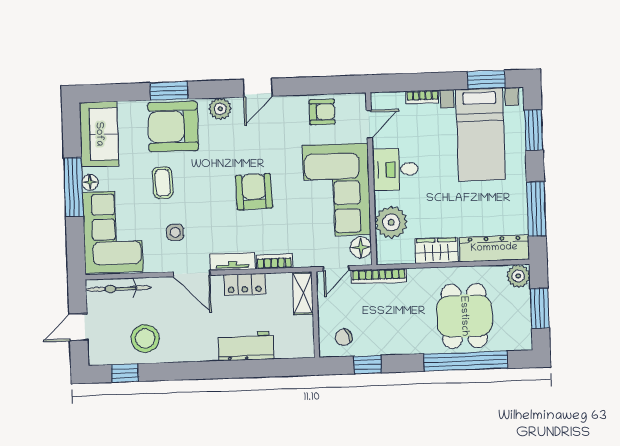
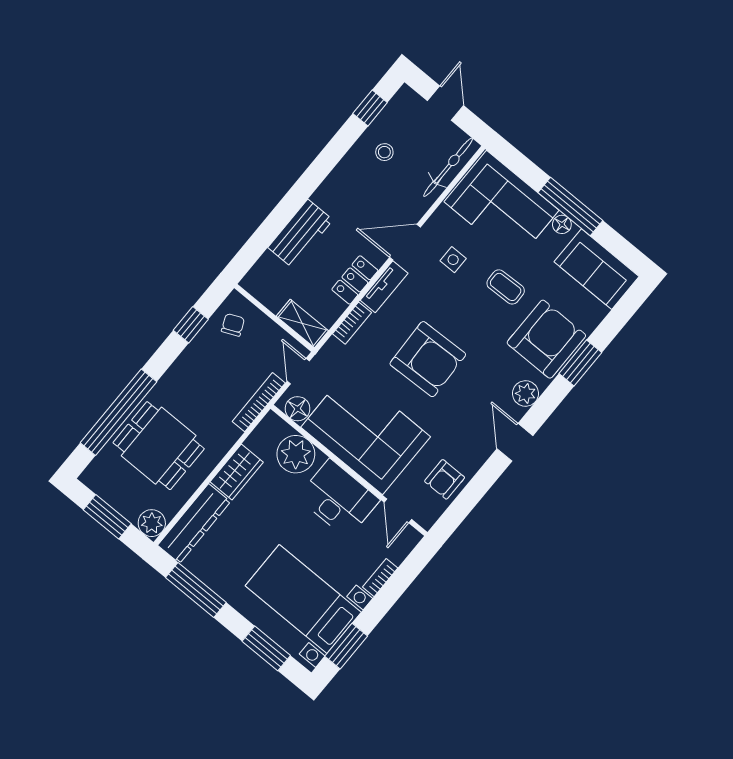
desk: (395, 169) -> (339, 499), width x1.37
armchair: (254, 192) -> (428, 359), width x1.36, depth x1.36
stool: (145, 339) -> (384, 152), width x0.53, depth x0.53

